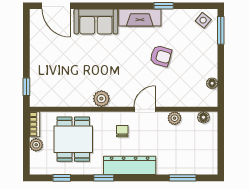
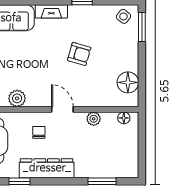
fireplace: (140, 17) -> (51, 11), width x0.73, depth x0.76
floor lamp: (212, 83) -> (128, 82), width x1.89, depth x1.89
door: (145, 109) -> (62, 109), hinge flipped

